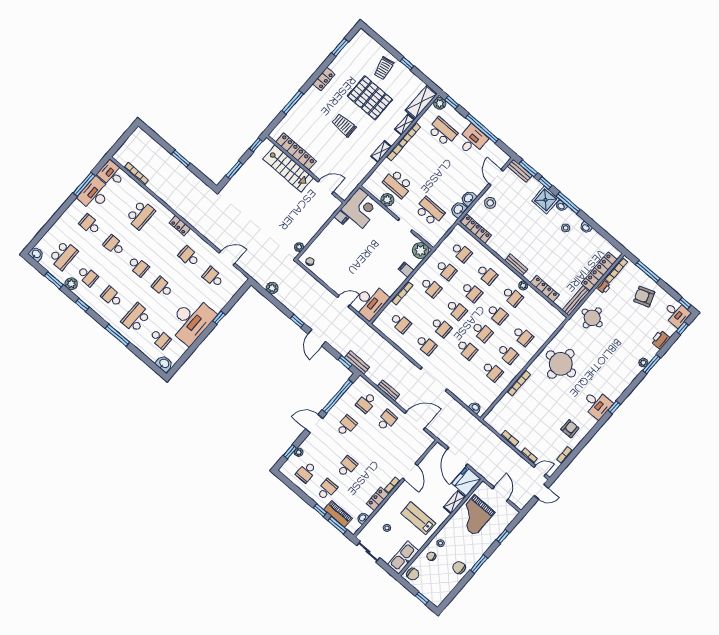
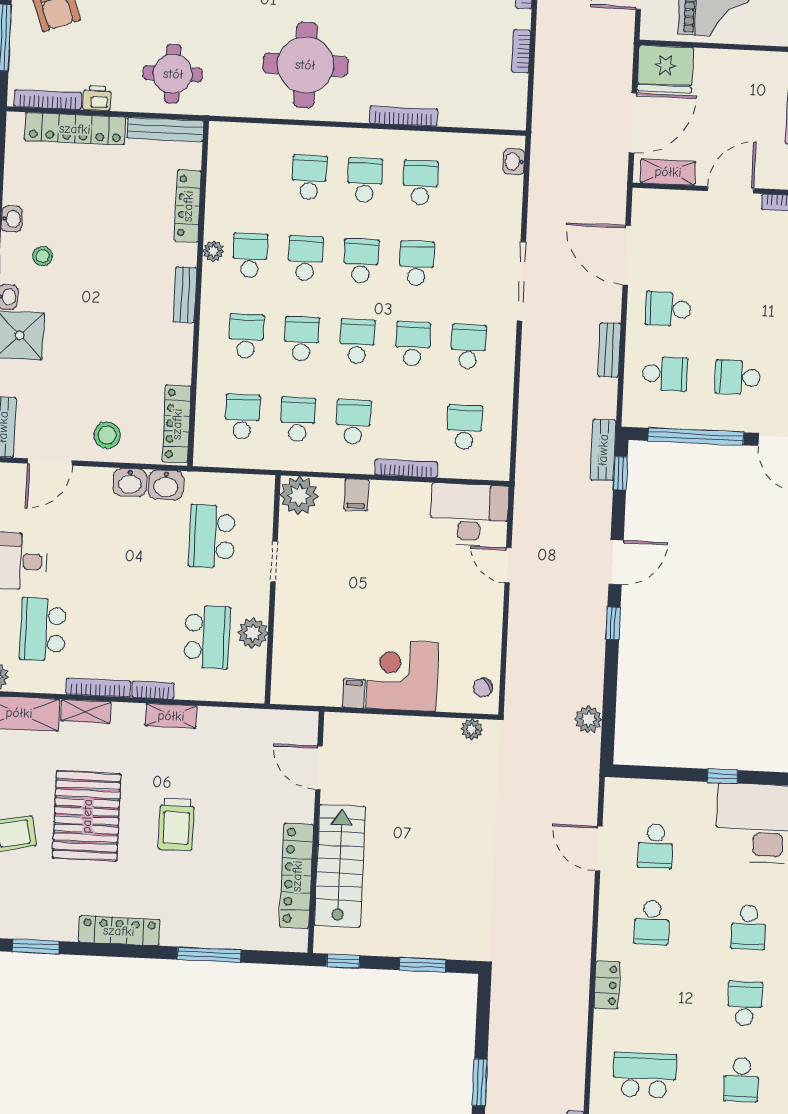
locker: (324, 79) -> (119, 931), width x1.53
corner desk: (361, 208) -> (402, 675), moved
shelving: (455, 502) -> (668, 172), moved

